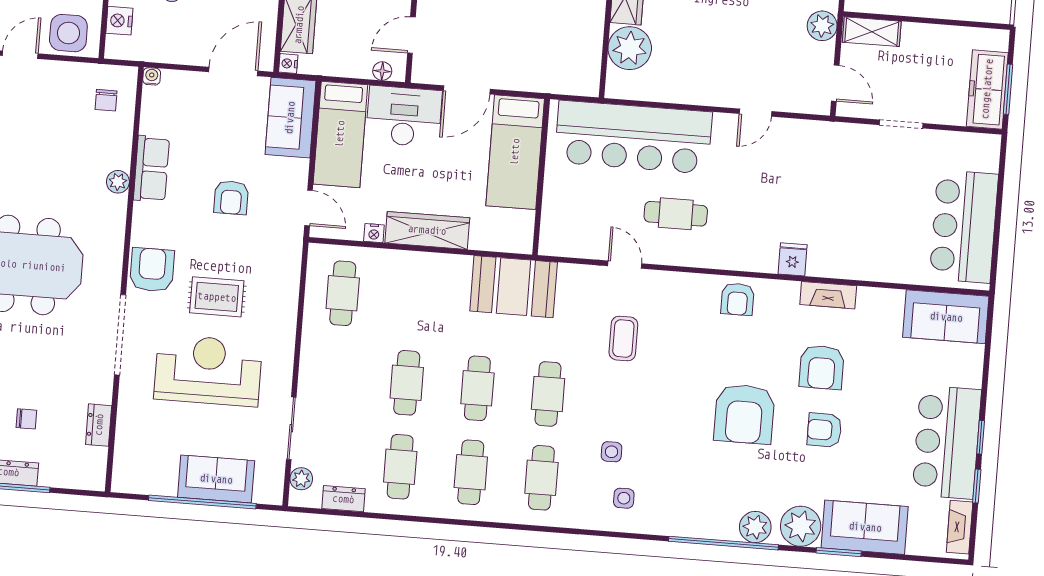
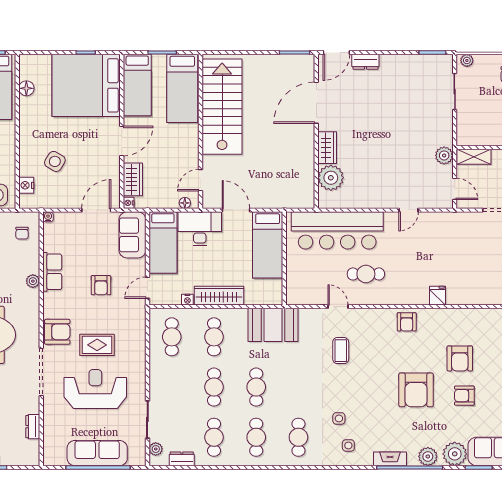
door: (467, 90) -> (236, 210), swing flipped
door: (309, 208) -> (147, 288), swing flipped
armchair: (152, 270) -> (57, 332), turned 90
fireplace: (828, 295) -> (390, 459), moved, turned 180
cafe table: (548, 394) -> (214, 337), moved
sofa: (216, 479) -> (97, 453), width x1.36

